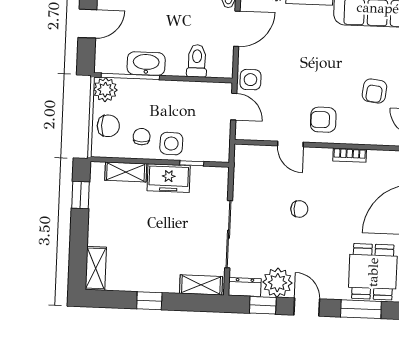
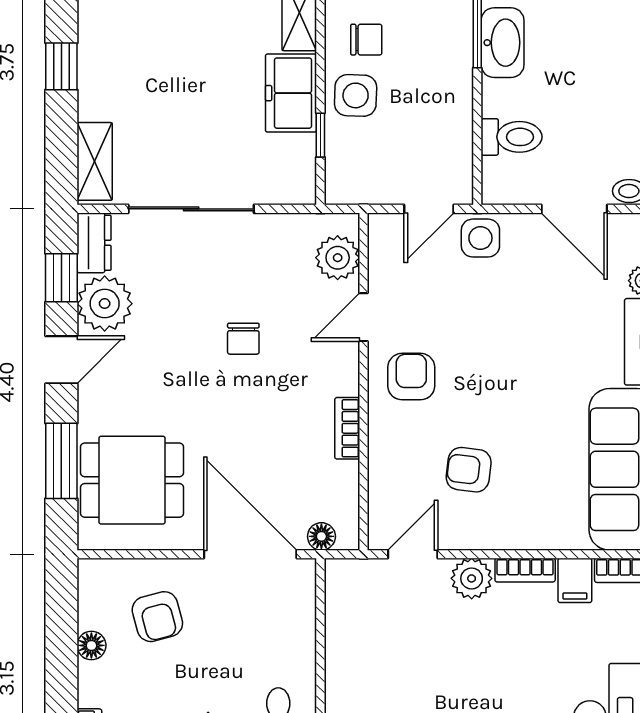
plant: (258, 157) -> (338, 258), added

